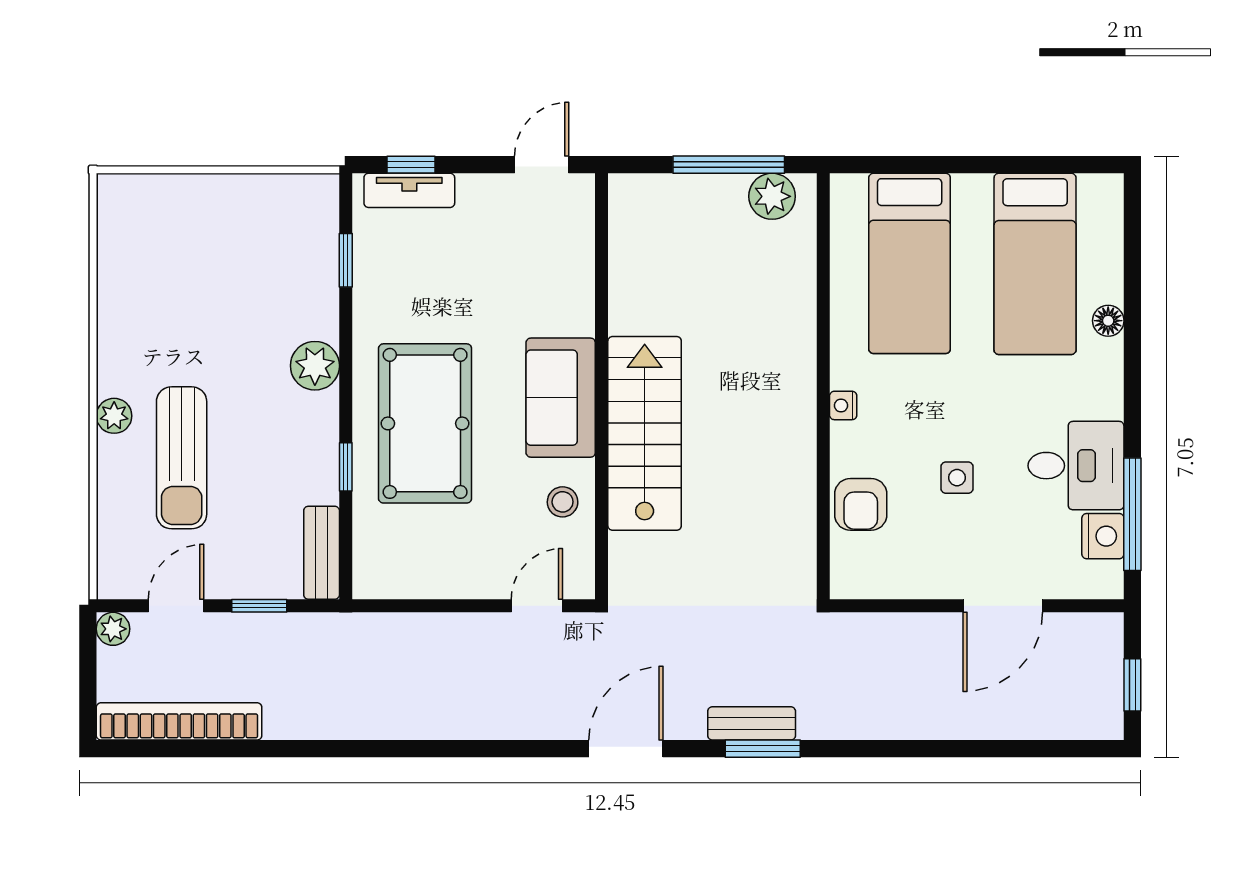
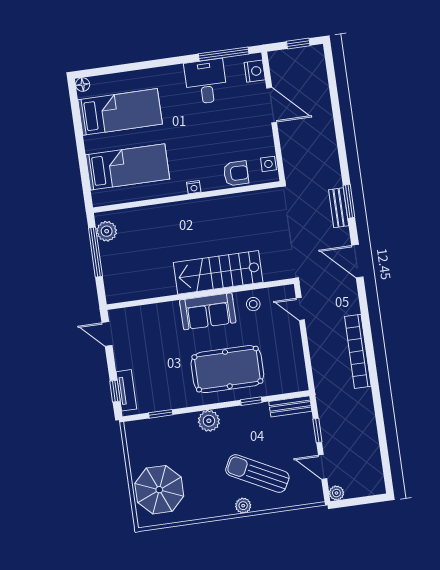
parasol: (176, 233) -> (159, 490), added
floor lamp: (1108, 321) -> (83, 85), moved
sun lounger: (182, 458) -> (257, 473), turned -153
side table: (957, 478) -> (268, 164), moved
nightstand: (1103, 536) -> (255, 71), moved, turned 90
bookcase: (179, 721) -> (358, 351), moved

